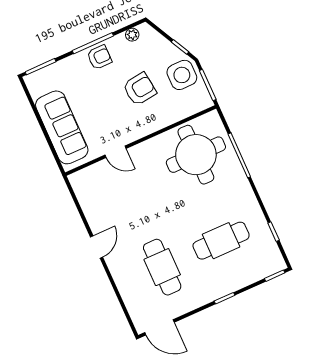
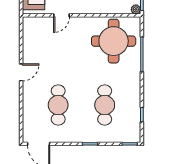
plant: (206, 102) -> (136, 9), added
door: (116, 152) -> (62, 15), hinge flipped
cafe table: (221, 241) -> (105, 105), turned 90

